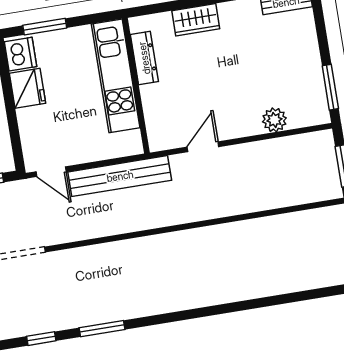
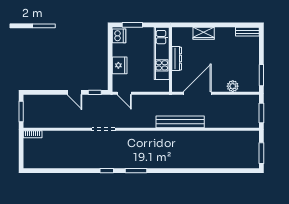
dresser: (144, 58) -> (177, 59), moved
fridge: (28, 88) -> (120, 65), moved
door: (203, 147) -> (197, 93), width x1.87
bench: (120, 176) -> (180, 122), moved

